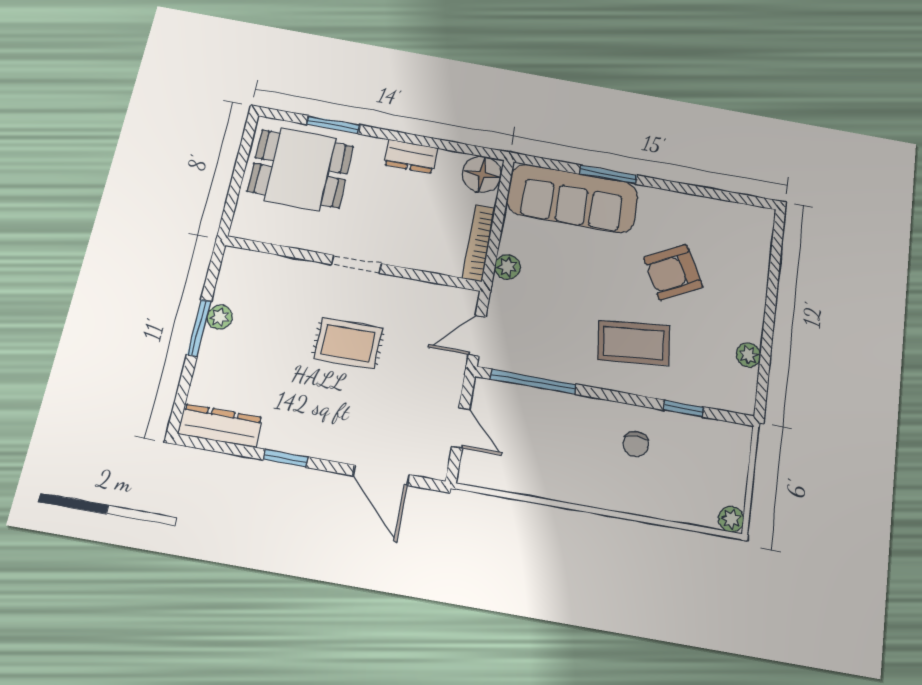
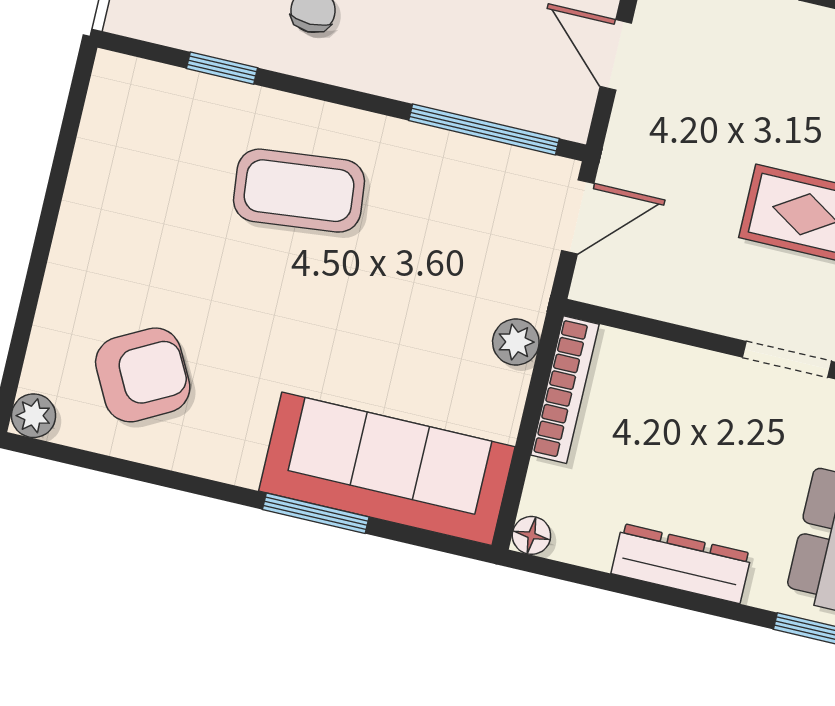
dresser: (411, 156) -> (681, 563), width x1.44
floor lamp: (482, 174) -> (531, 535), width x0.53, depth x0.53
armchair: (673, 272) -> (143, 375), moved
plant: (748, 355) -> (34, 416), moved

